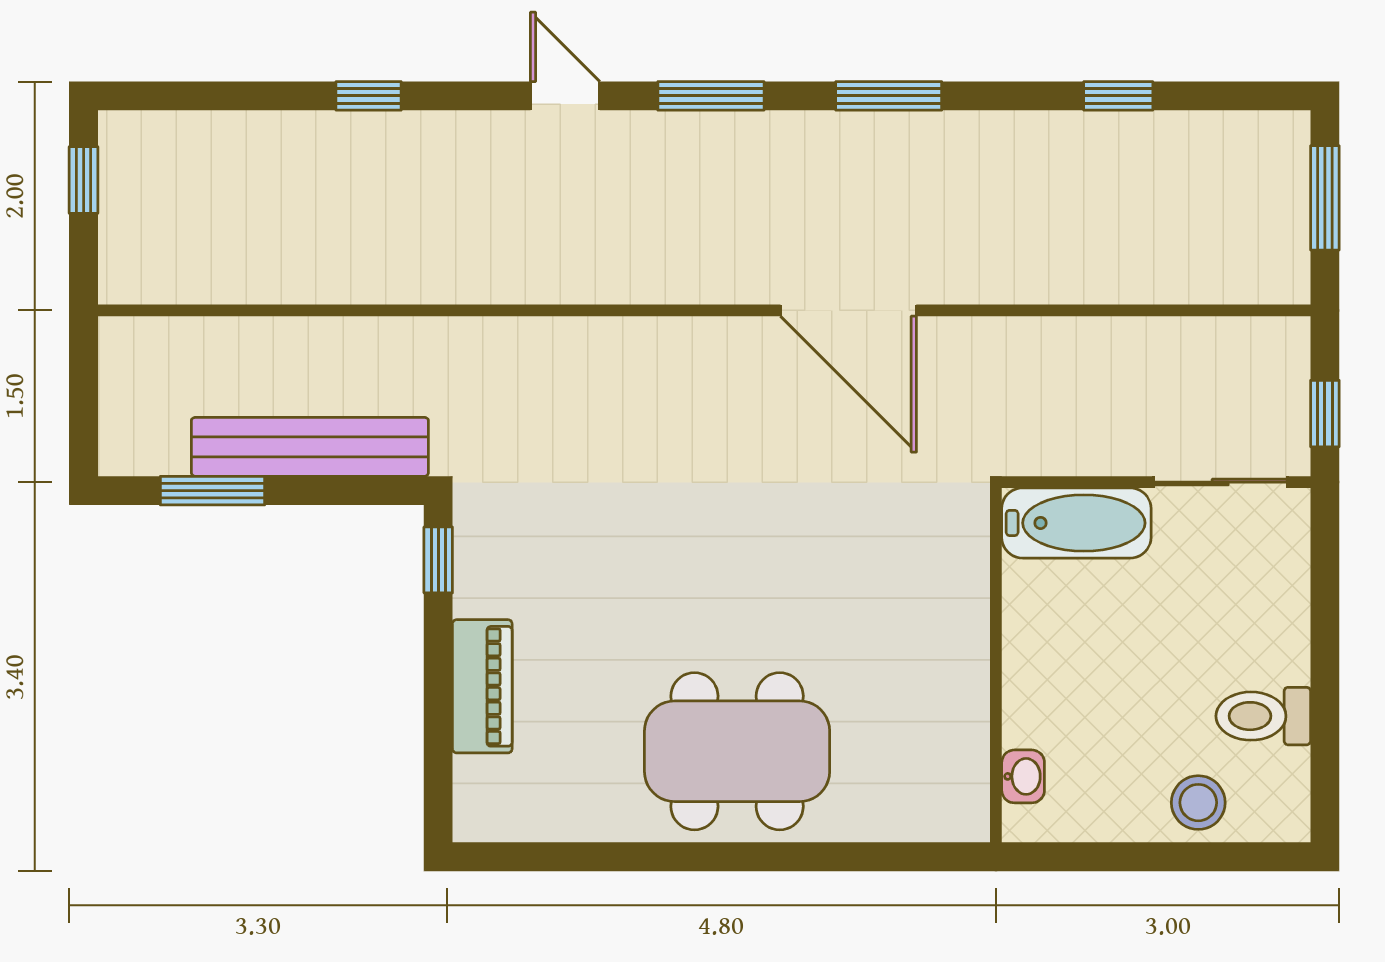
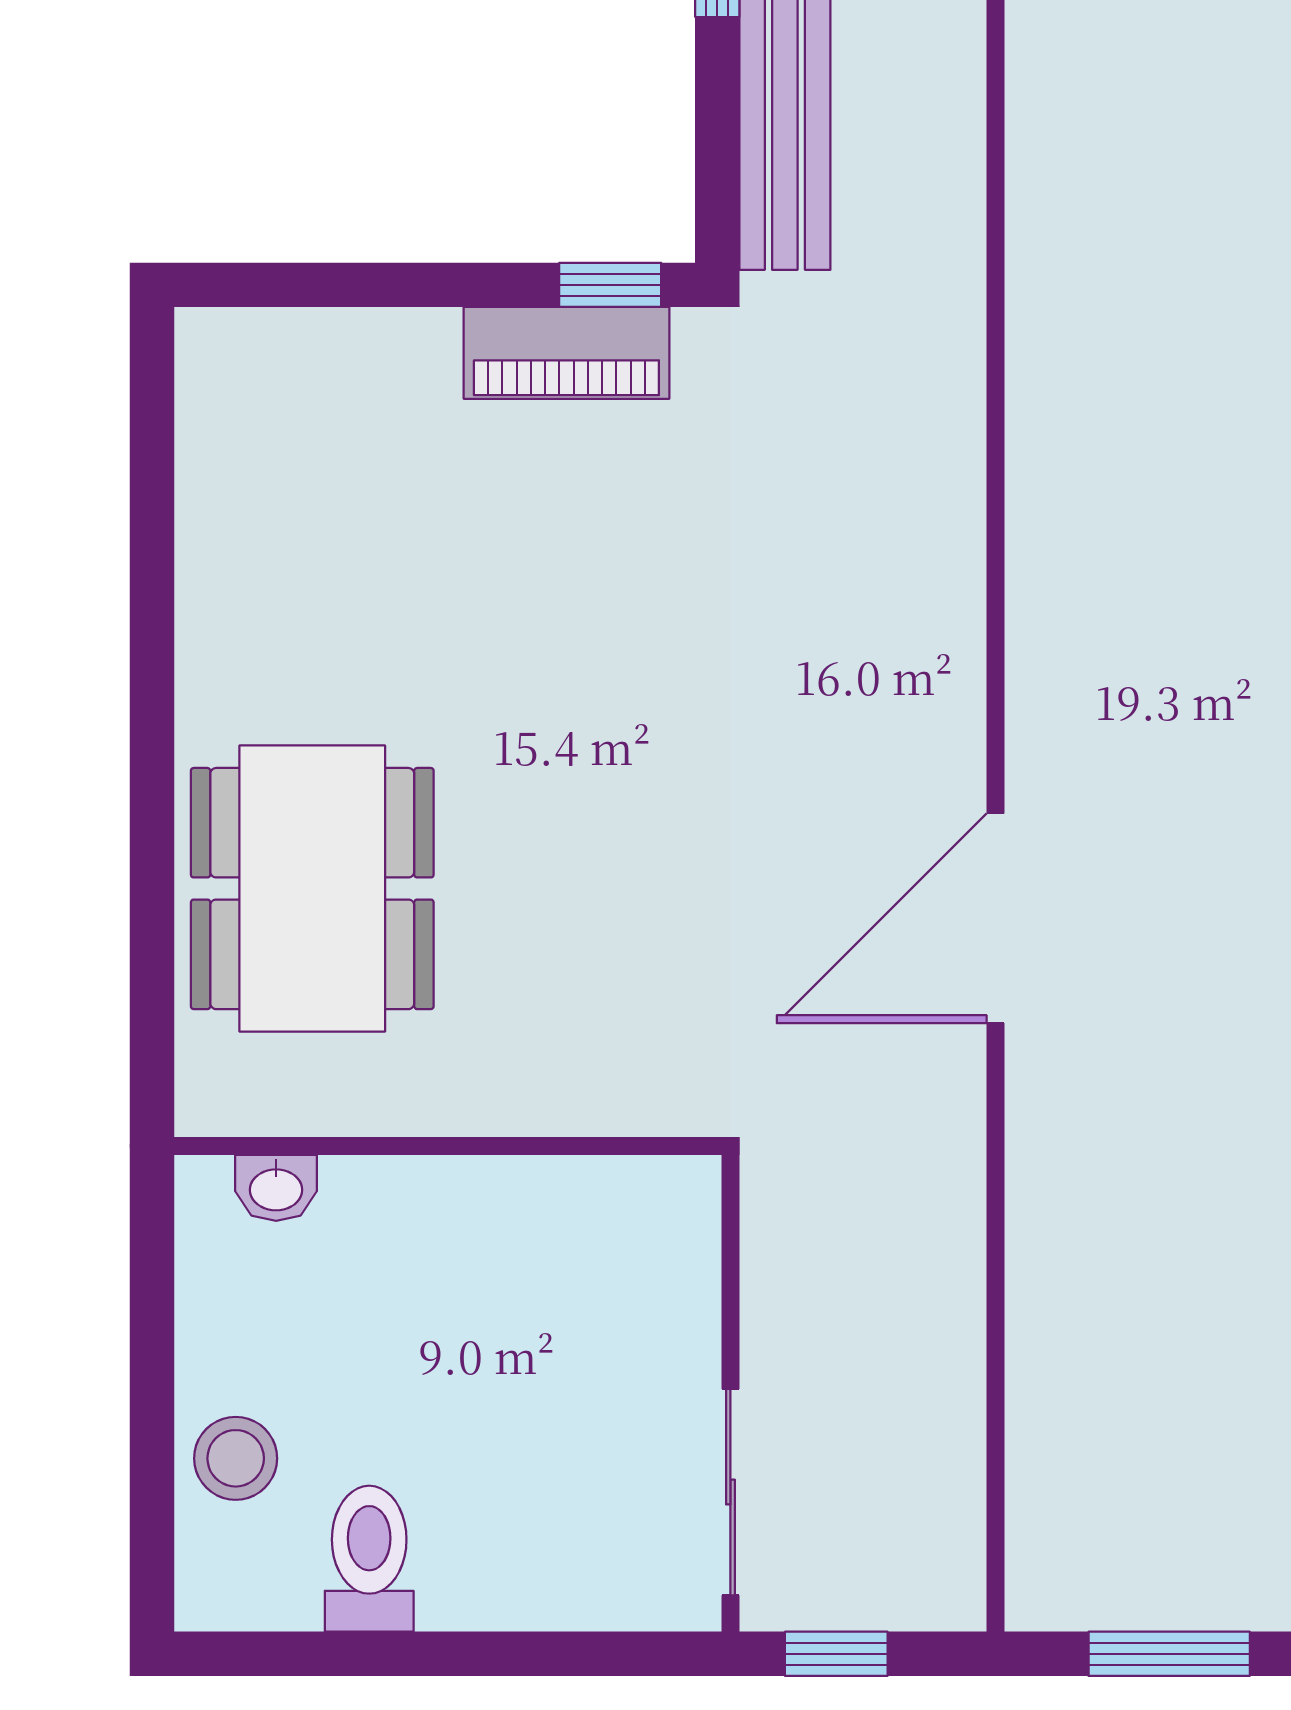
bathtub: (1076, 523) -> (667, 1270), removed
piano: (482, 686) -> (566, 353), moved
dining table: (737, 751) -> (312, 889), moved

